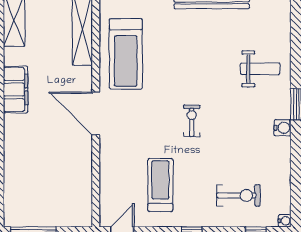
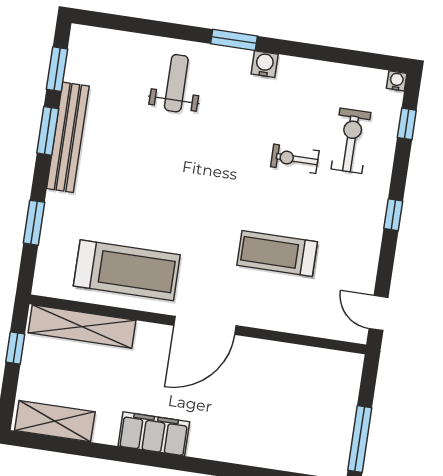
exercise bike: (192, 121) -> (295, 159), moved
treadmill: (160, 185) -> (277, 254), moved

